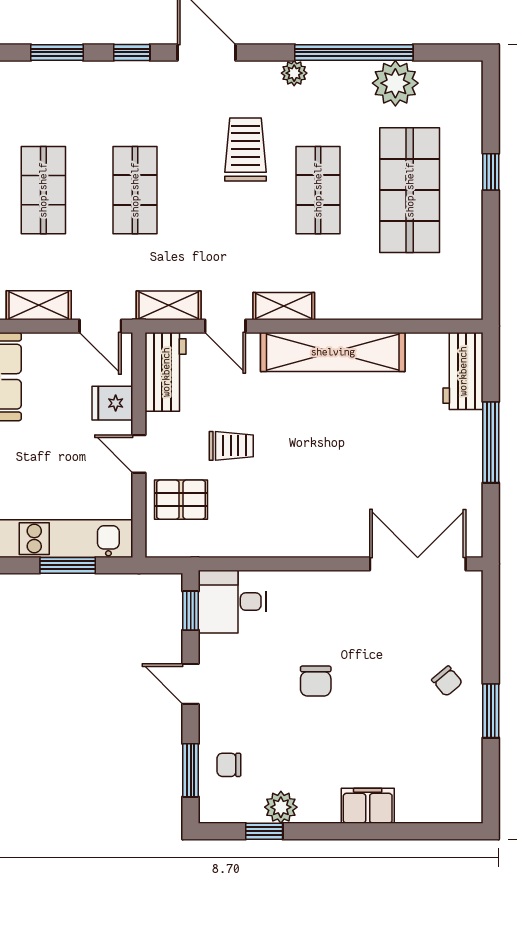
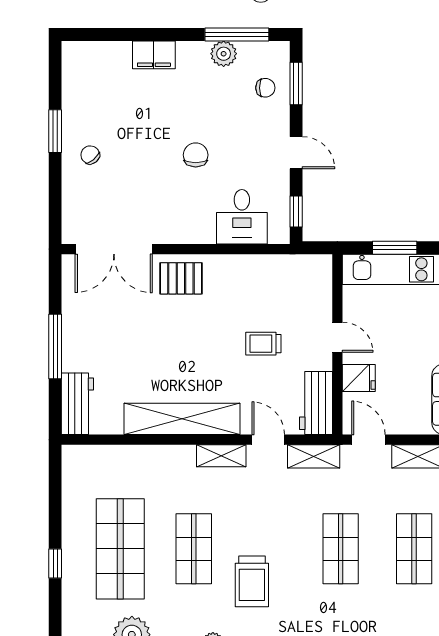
pallet: (181, 500) -> (181, 278), moved
desk: (232, 602) -> (242, 217), moved, turned 90
window: (264, 831) -> (237, 34), width x2.17

